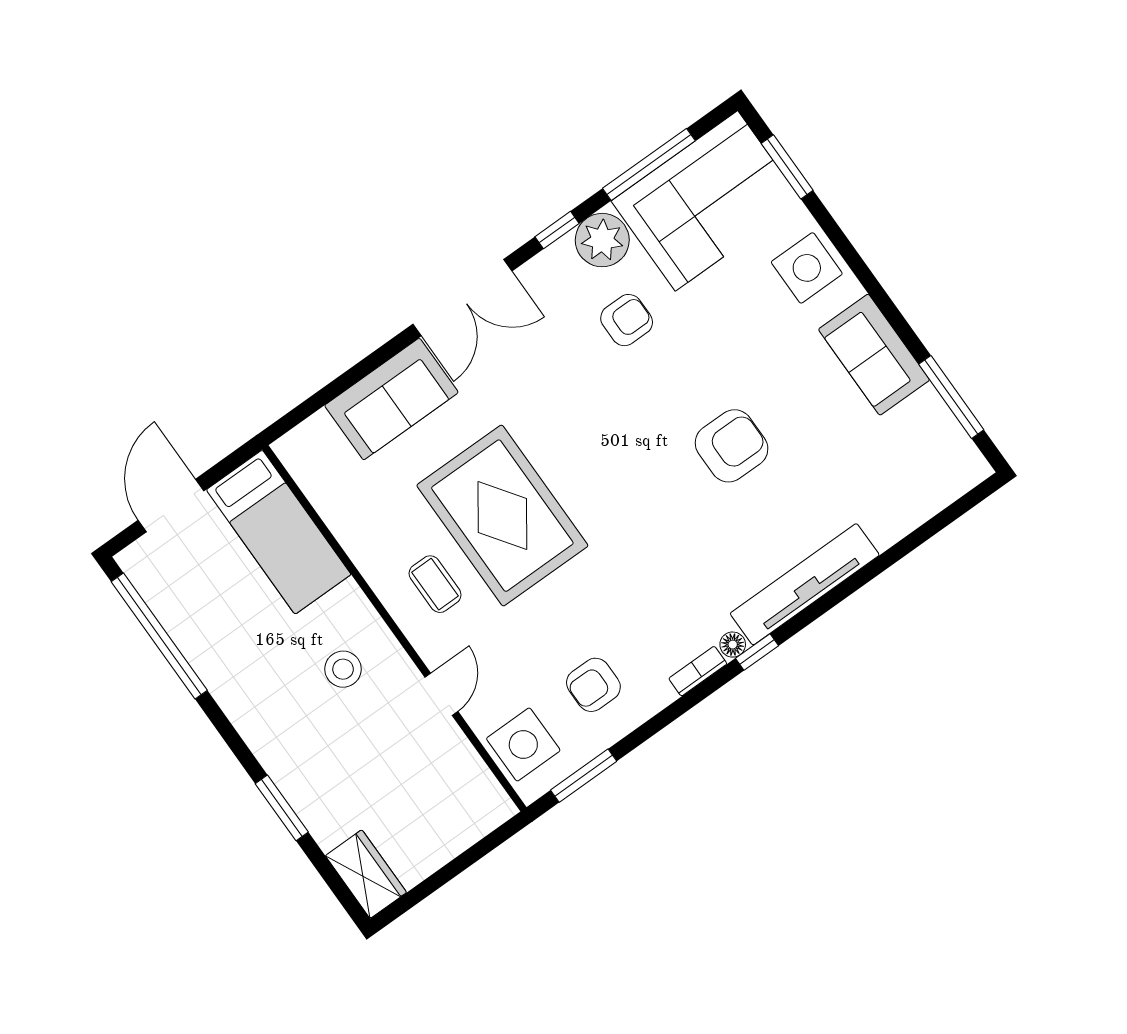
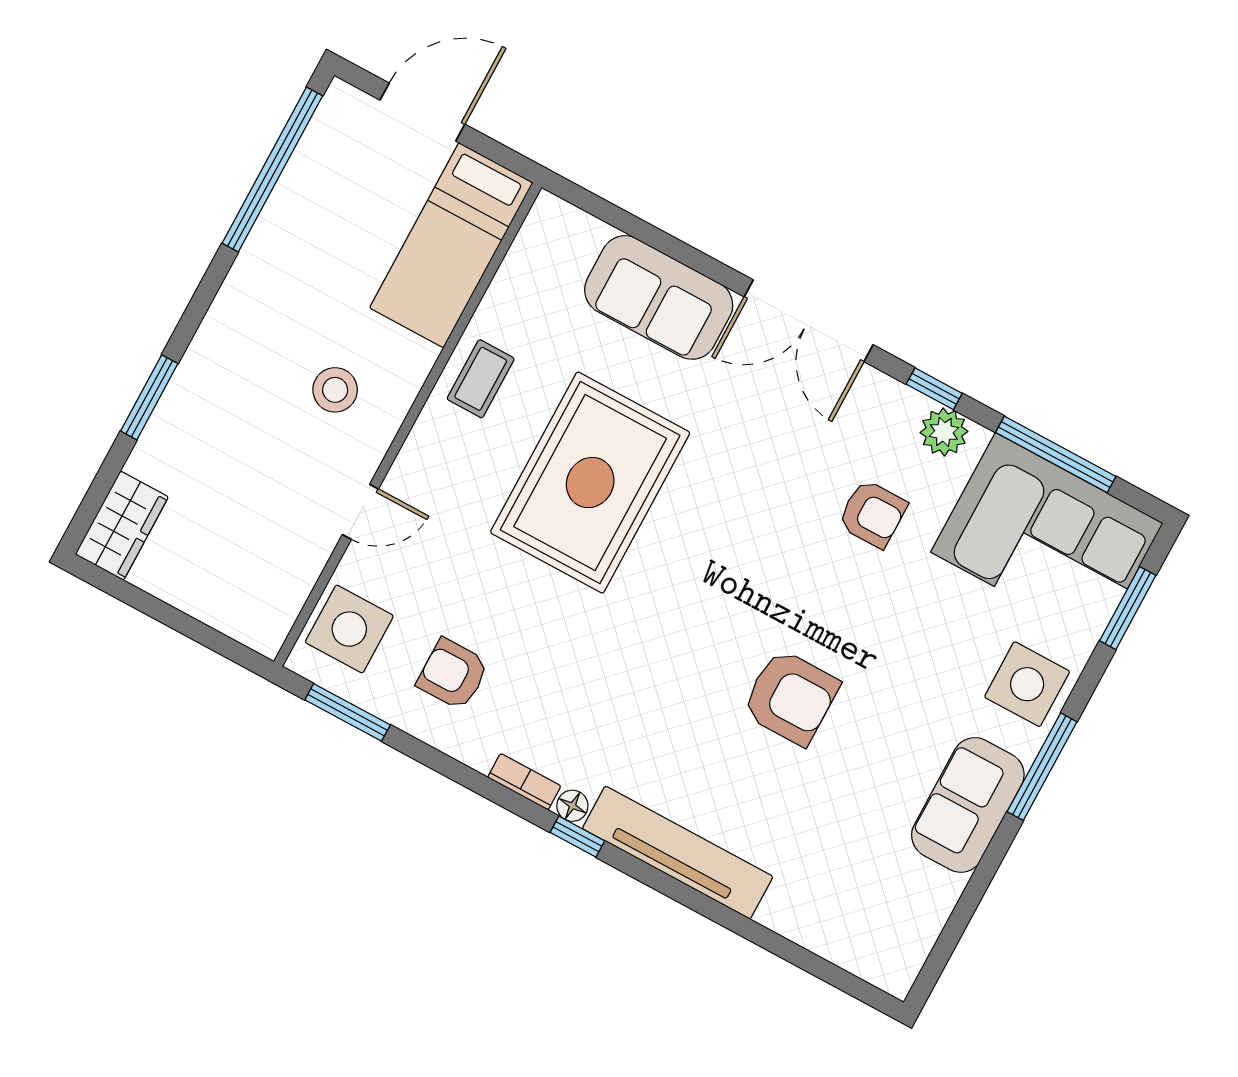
plant: (602, 240) -> (944, 432), width x0.73, depth x0.73
window: (951, 397) -> (1042, 767), moved
coffee table: (435, 584) -> (481, 379), moved

